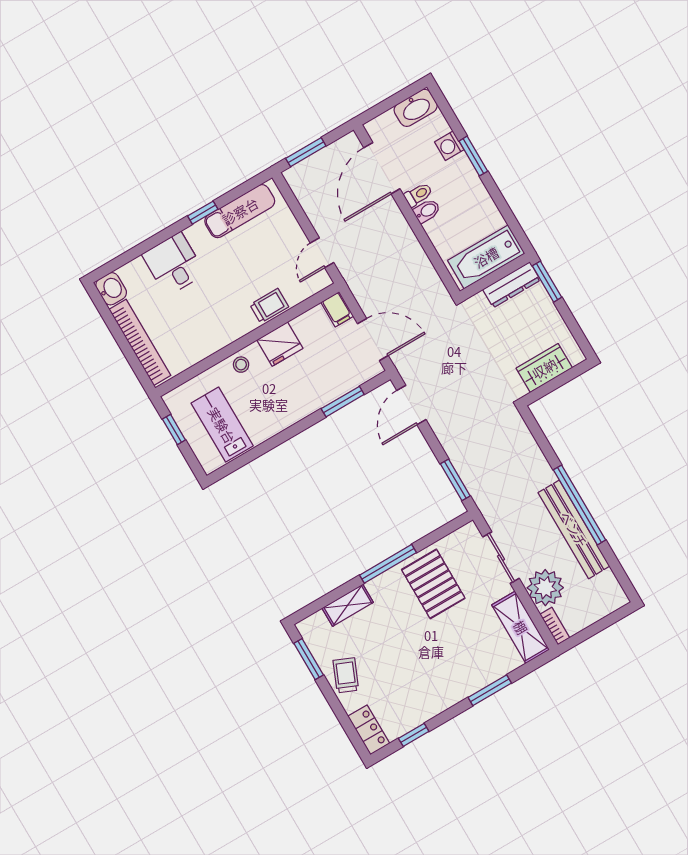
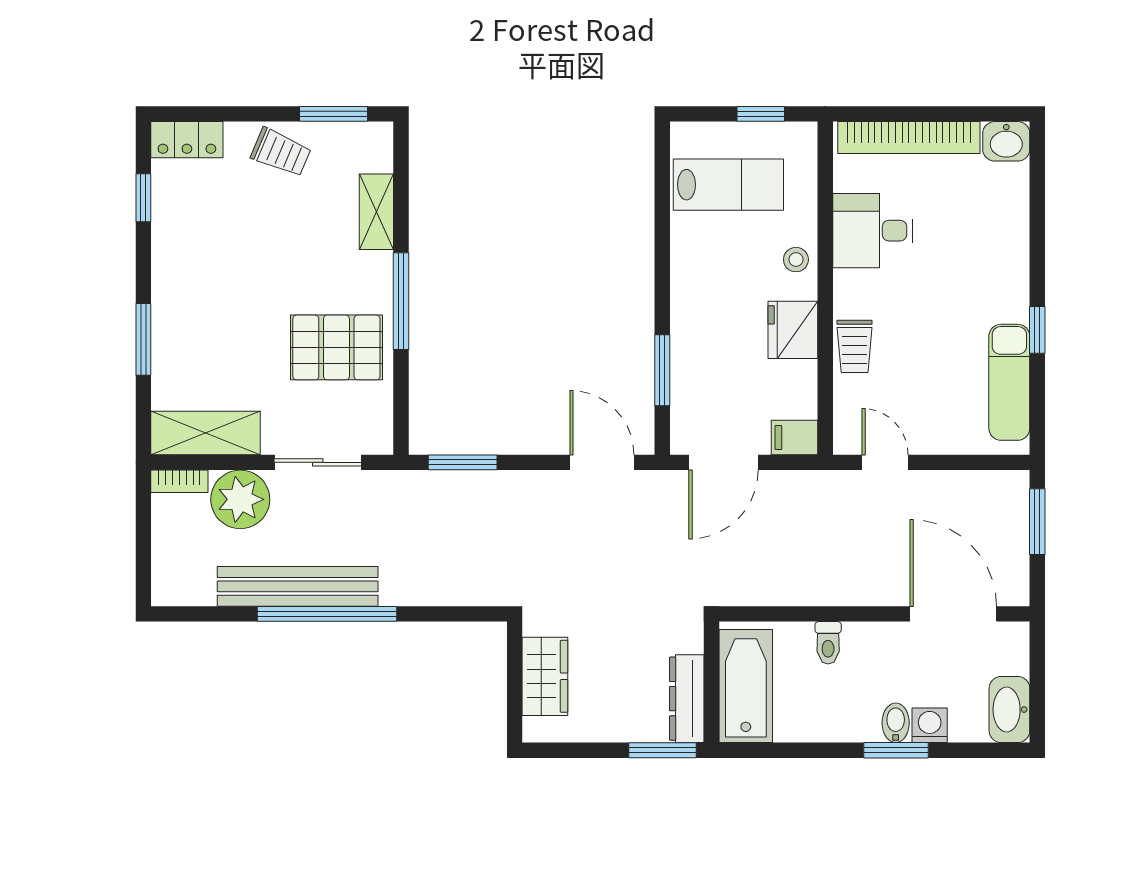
toilet: (418, 195) -> (828, 643), moved
bidet: (427, 211) -> (896, 723), moved, turned 180
desk: (174, 264) -> (873, 231), moved, turned 180

